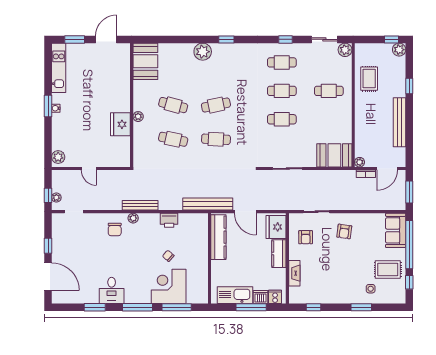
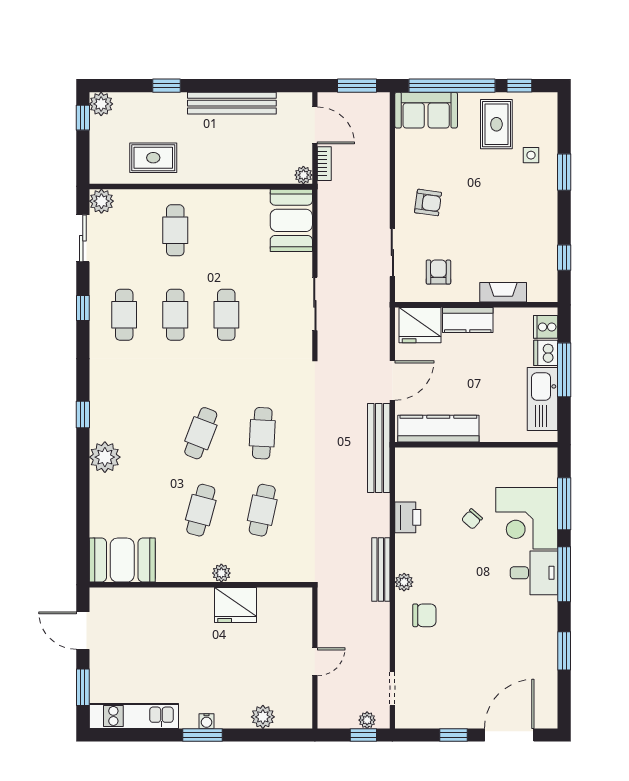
cafe table: (216, 105) -> (201, 433), turned 33
plant: (58, 157) -> (263, 717), moved
armchair: (306, 237) -> (438, 272), turned -90
desk: (112, 290) -> (534, 573), moved

